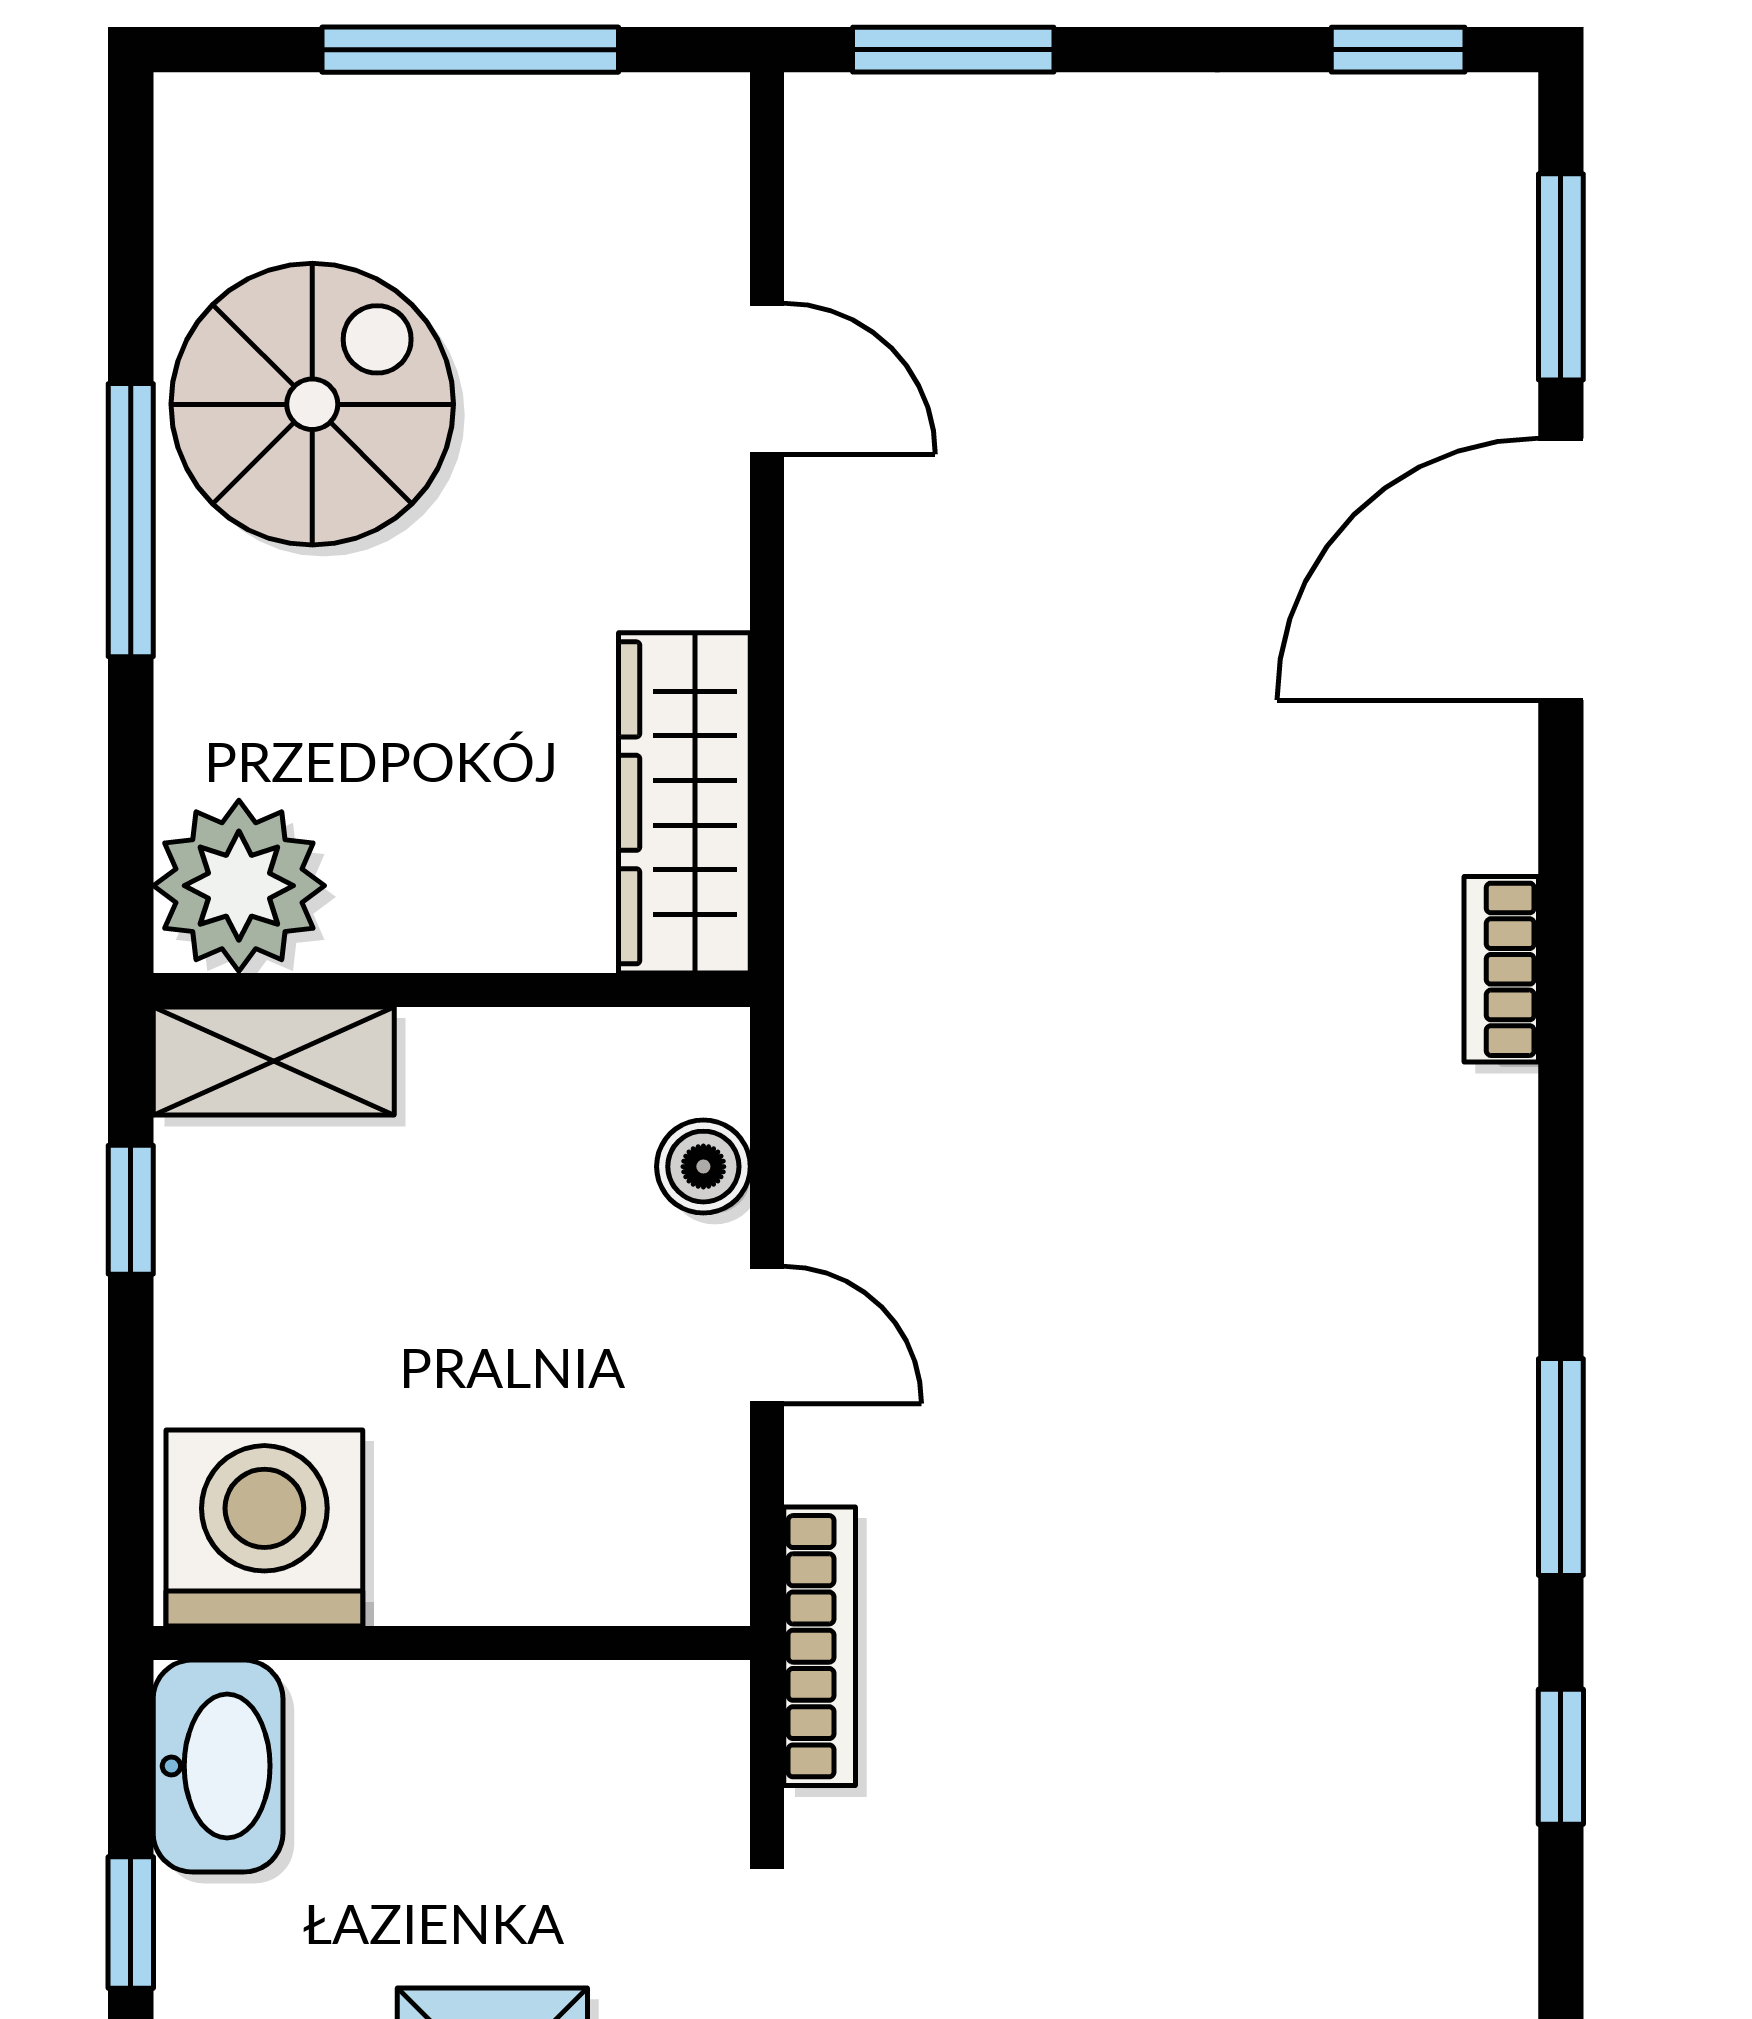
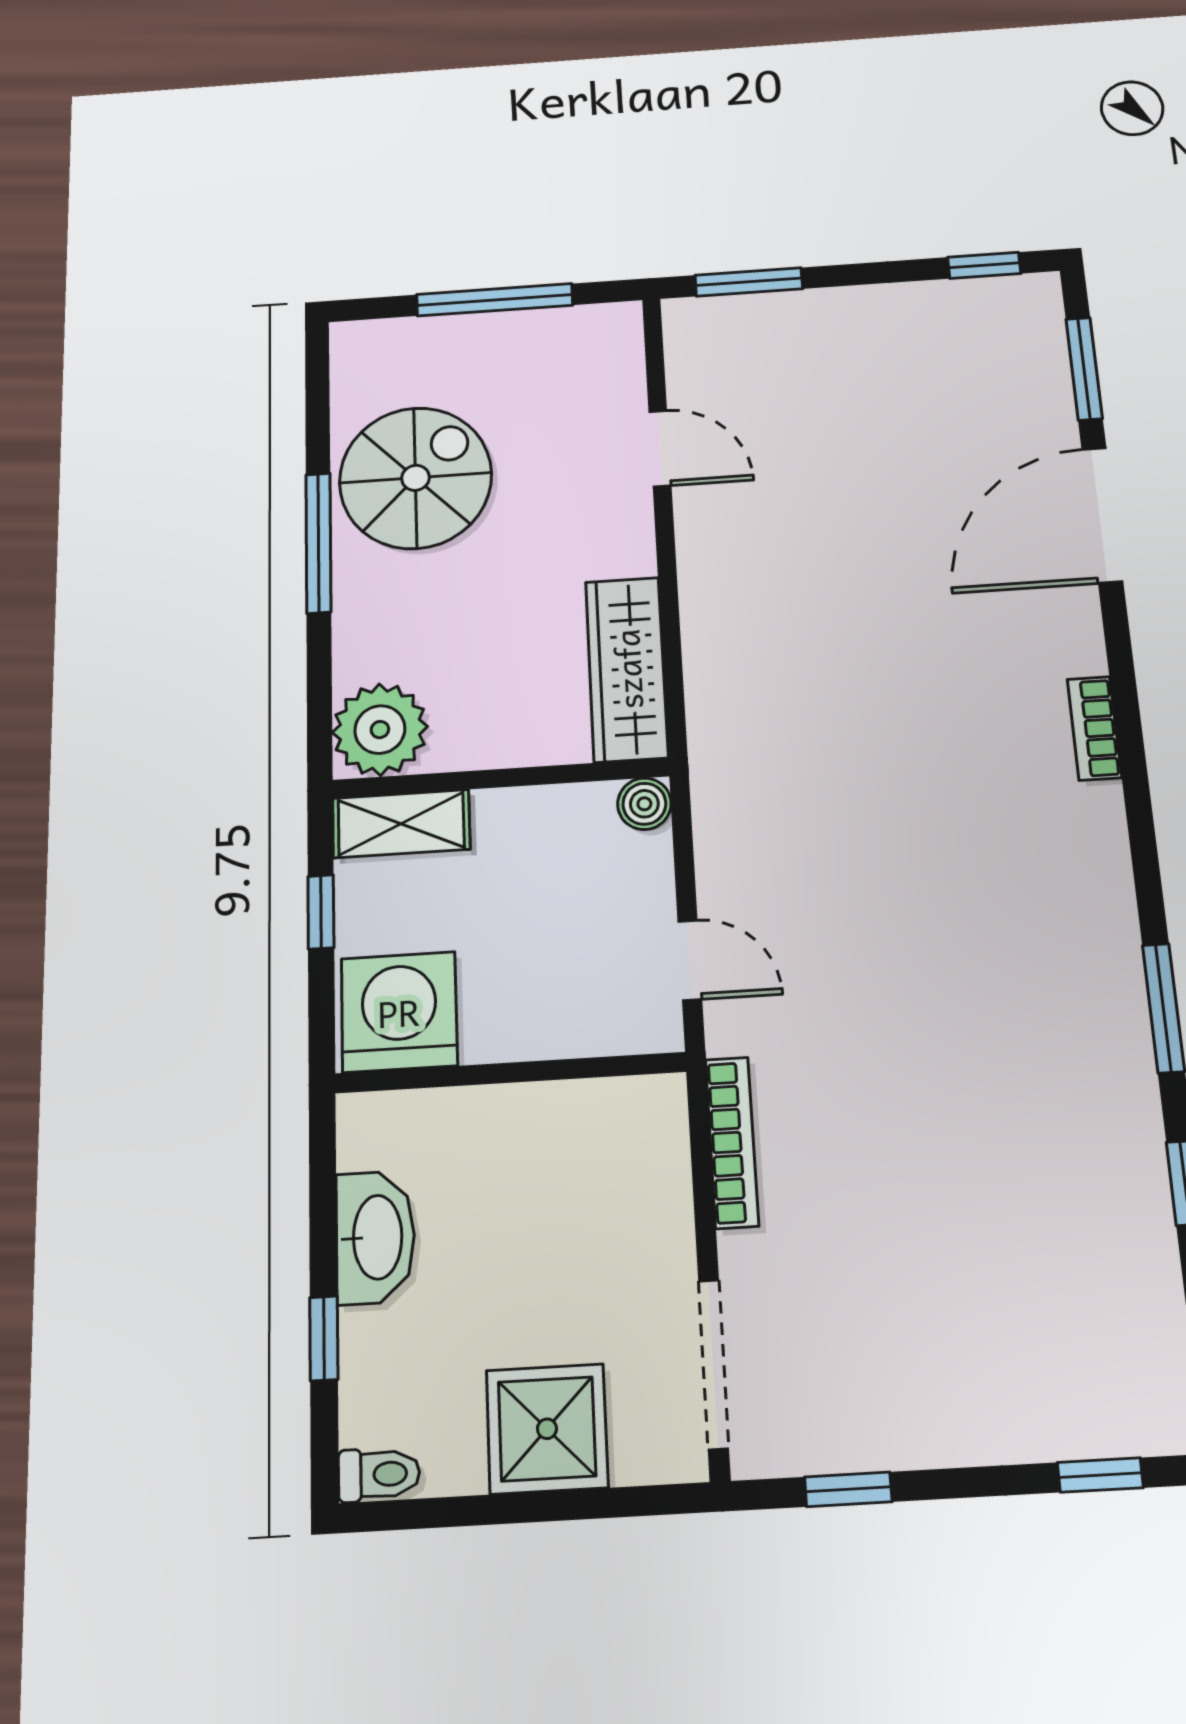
boiler: (703, 1167) -> (644, 804), moved
washing machine: (264, 1528) -> (399, 1012), moved
wall: (452, 1643) -> (510, 1073), moved

